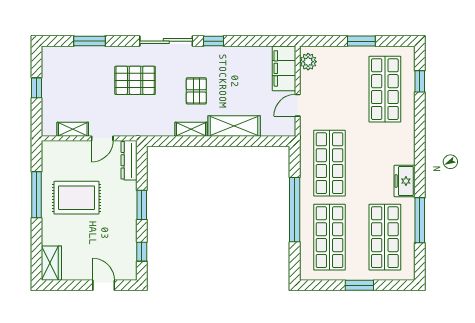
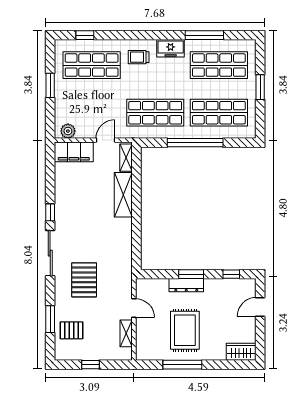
pallet: (196, 91) -> (71, 330), moved
door: (298, 105) -> (105, 140), swing flipped
shelving: (191, 129) -> (126, 158), moved
trolley: (394, 144) -> (139, 57), added
dresser: (129, 160) -> (186, 285), moved

